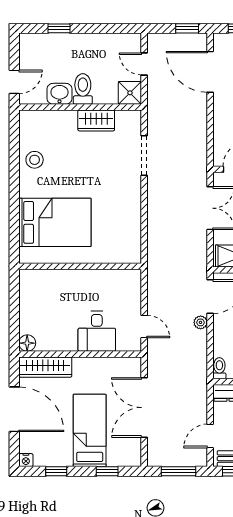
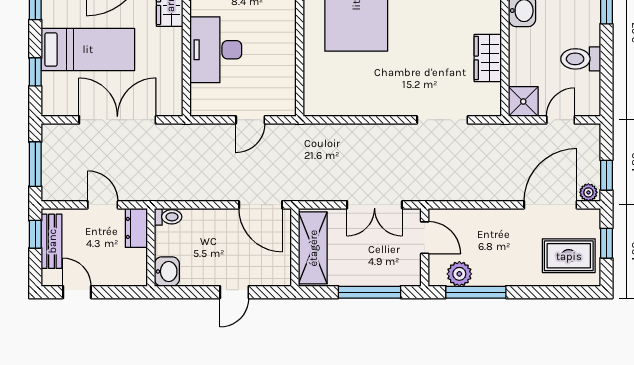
toilet: (83, 89) -> (581, 59), moved, turned 180
plant: (201, 322) -> (588, 192), moved
door: (144, 326) -> (250, 120), moved
desk: (97, 331) -> (216, 50), width x1.37
door: (210, 436) -> (103, 205), moved

